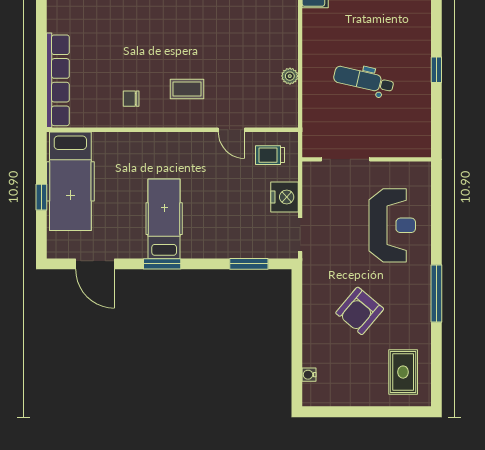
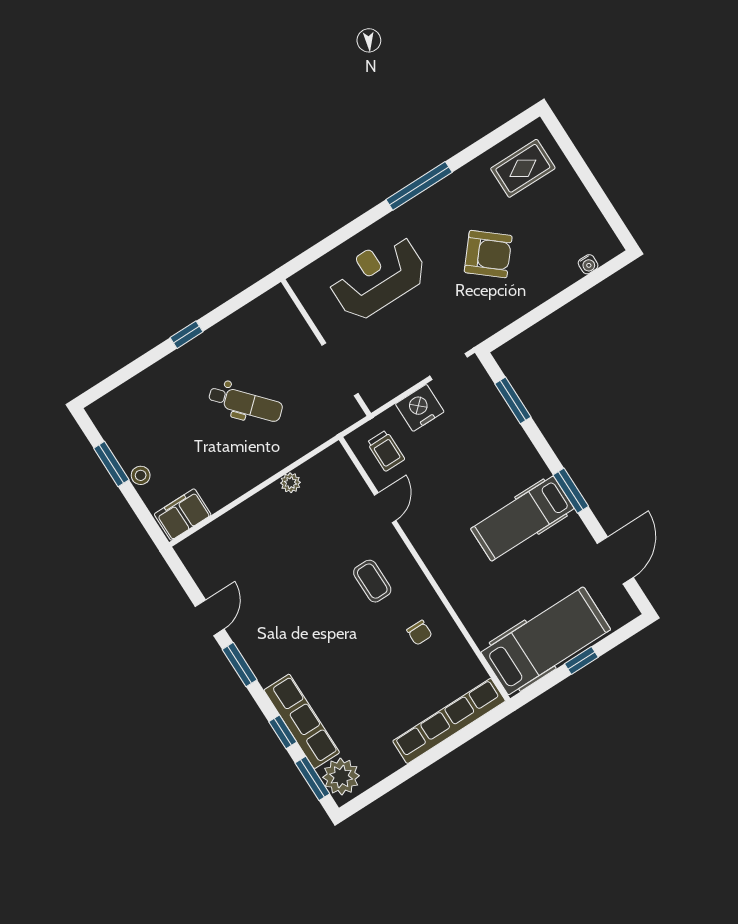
dental chair: (364, 80) -> (245, 403), turned -55

